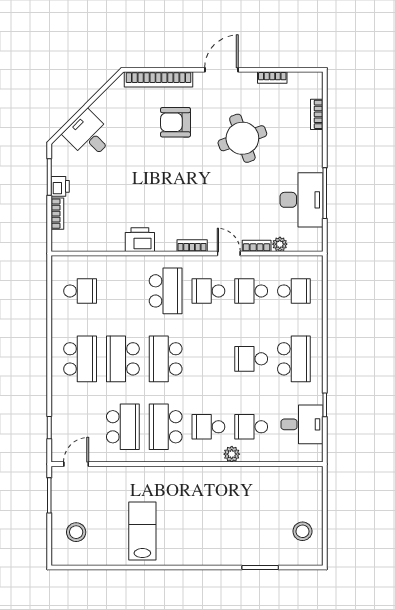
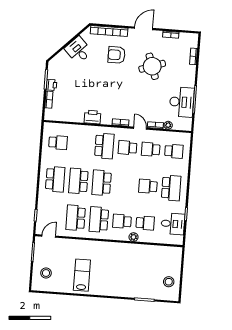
desk: (88, 135) -> (78, 50), moved
school desk: (123, 427) -> (76, 218), turned 180
school desk: (251, 427) -> (145, 223), turned 180

